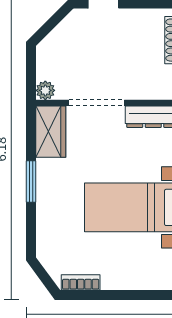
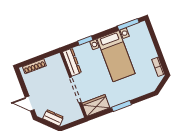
dresser: (58, 39) -> (53, 118), added
plant: (45, 90) -> (78, 115), removed

